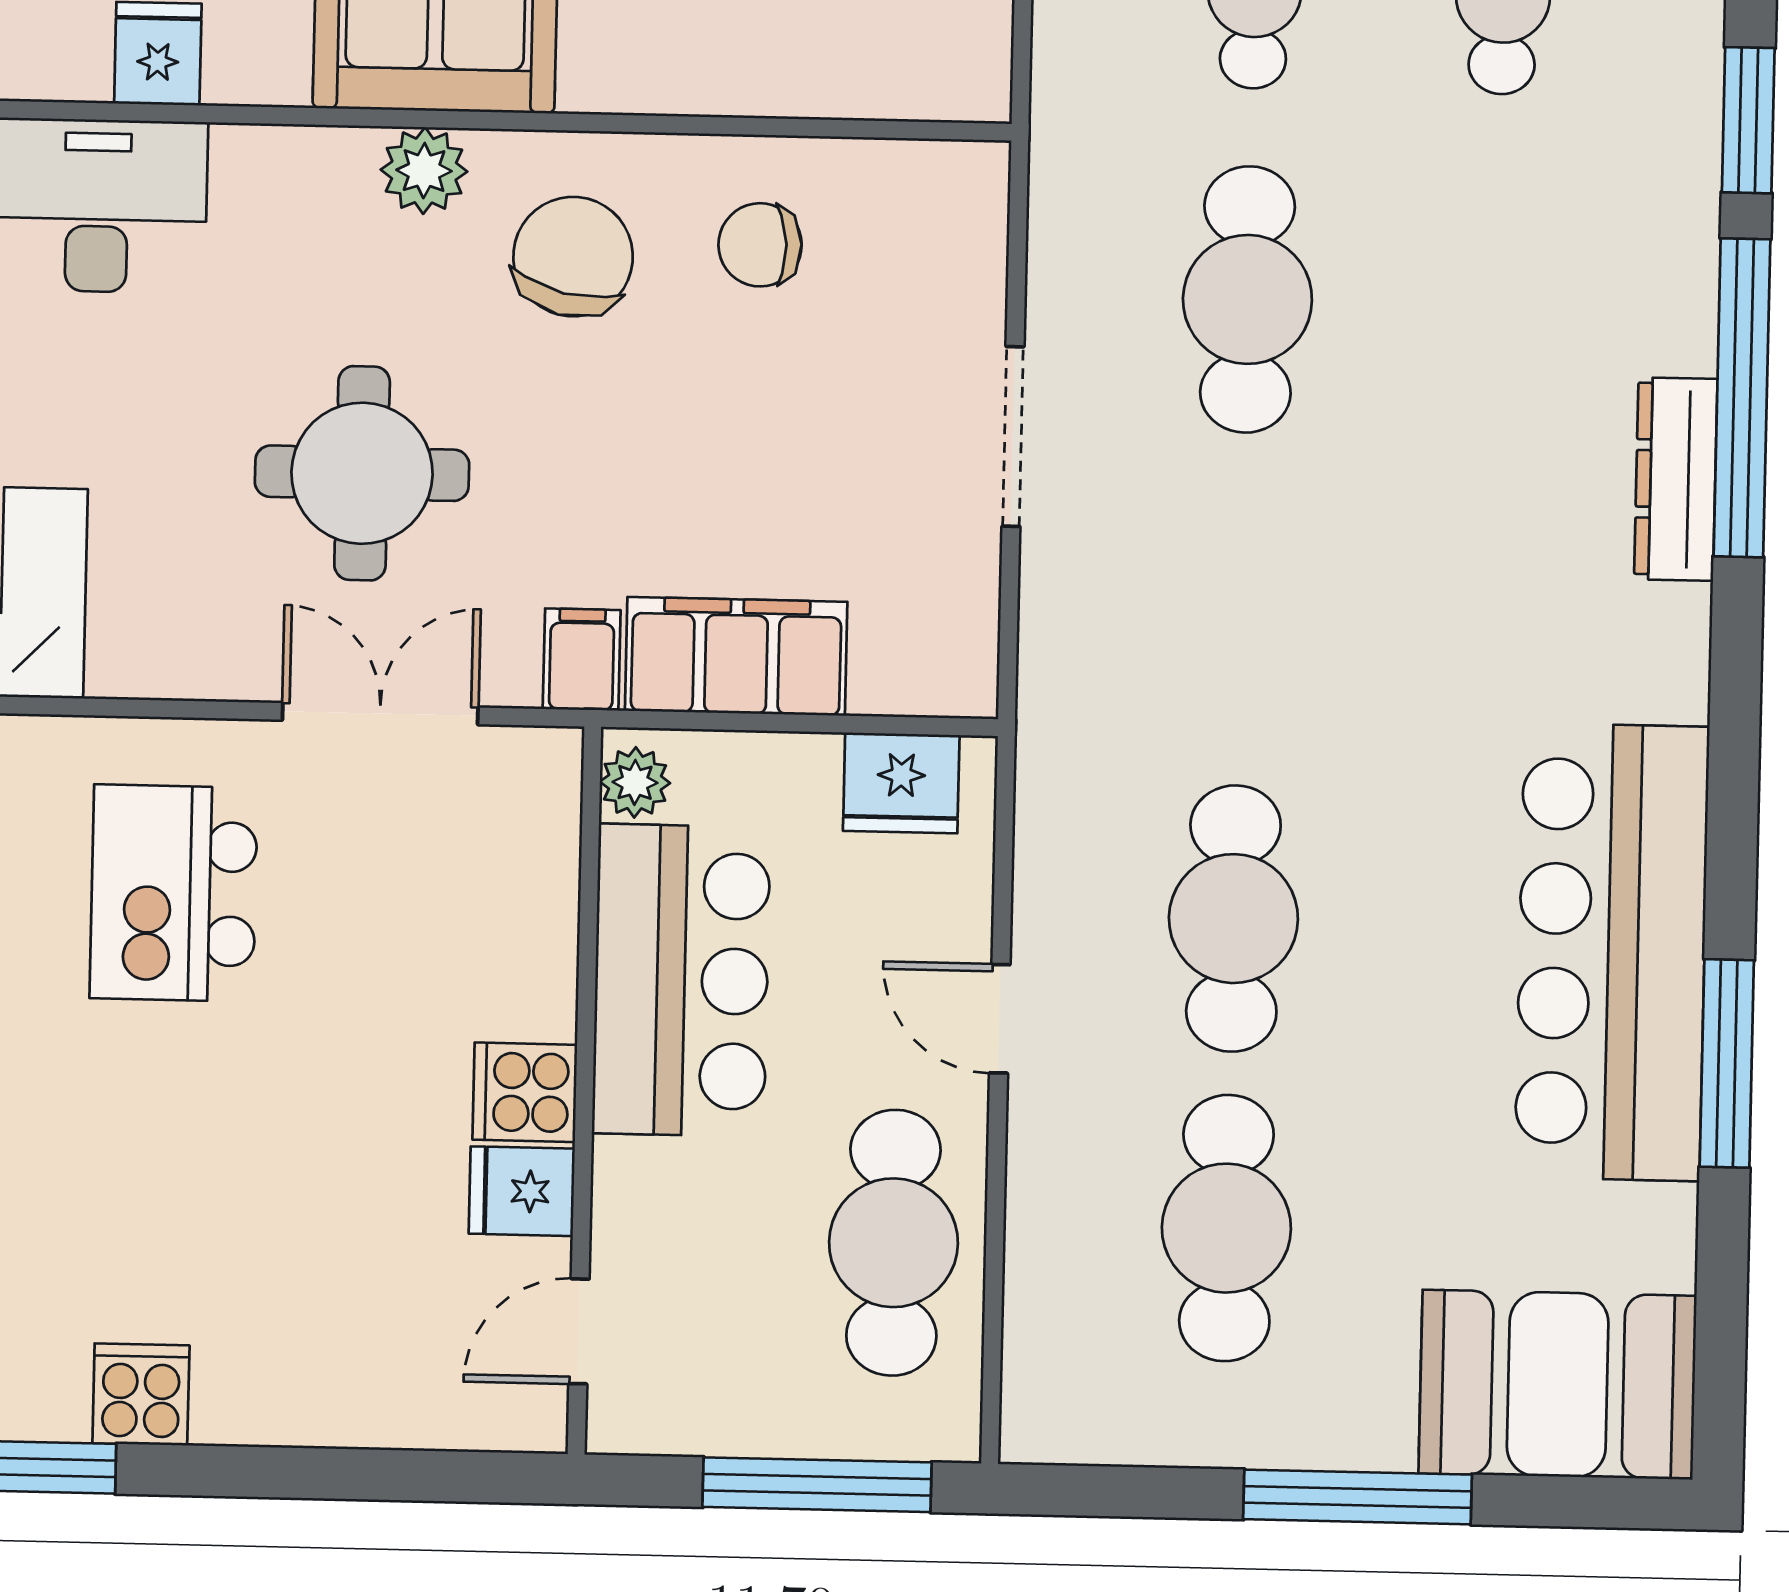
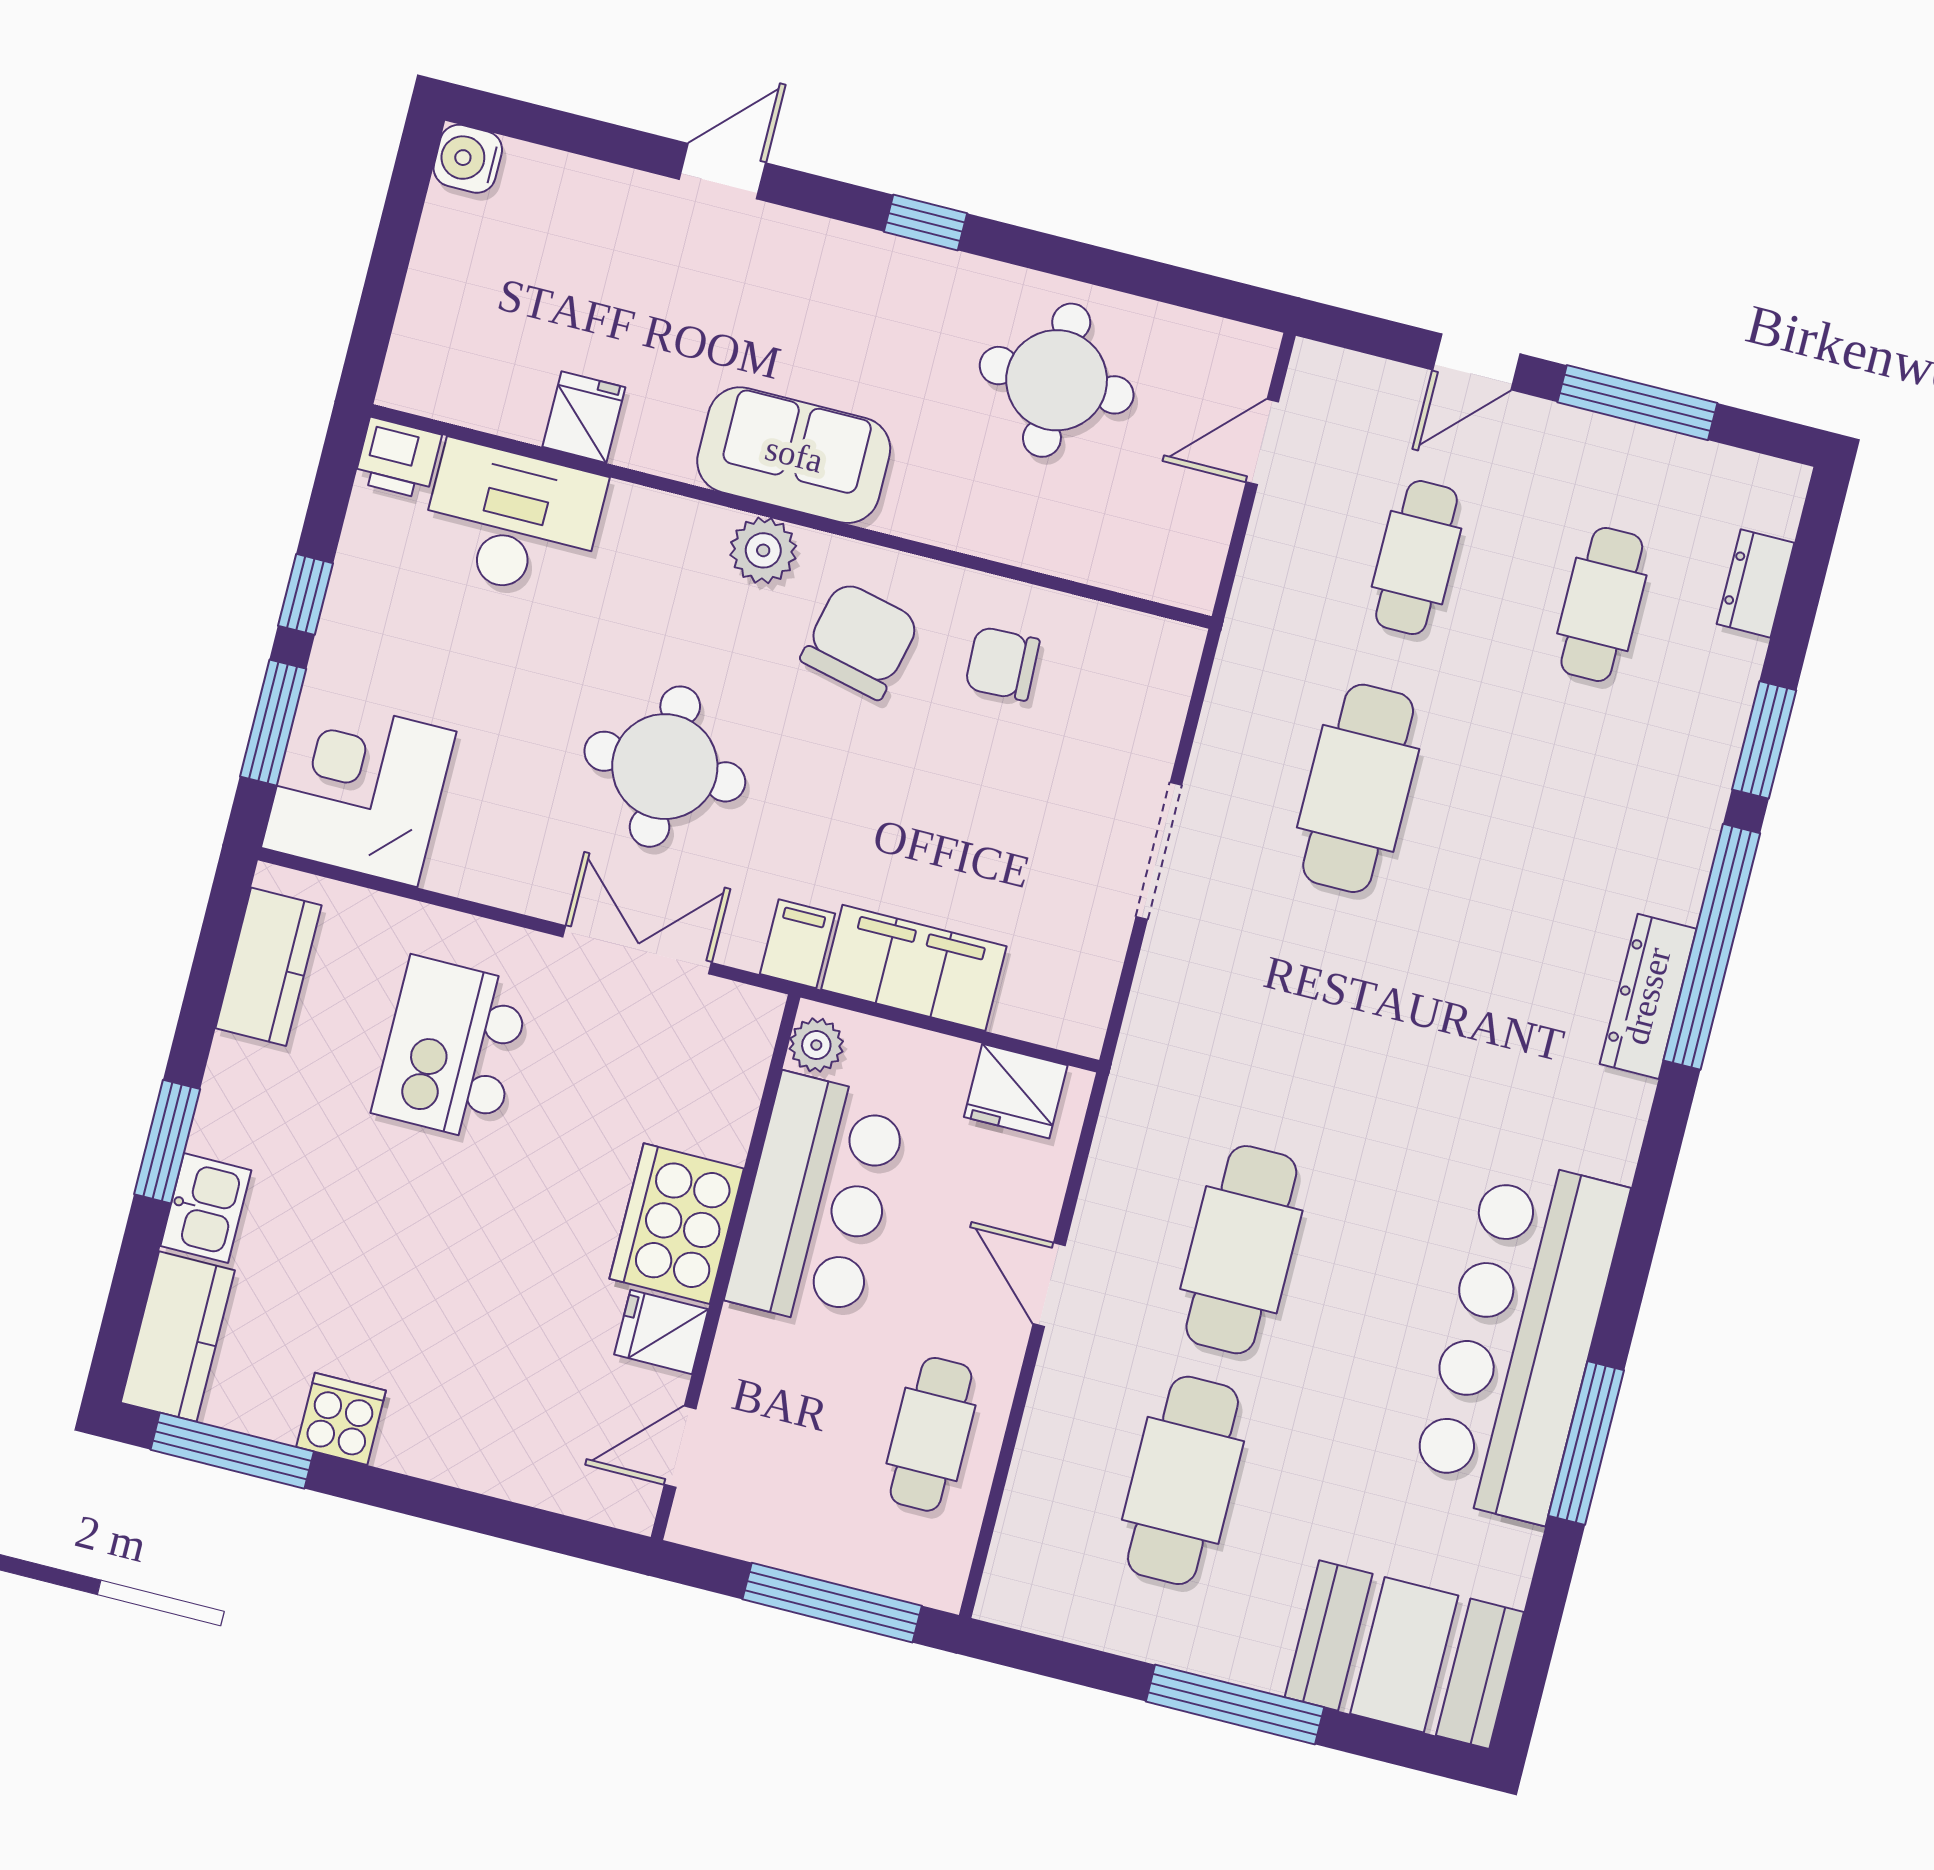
cooker: (525, 1092) -> (677, 1224), width x1.87, depth x1.31
cafe table: (893, 1243) -> (931, 1434), width x0.73, depth x0.74

